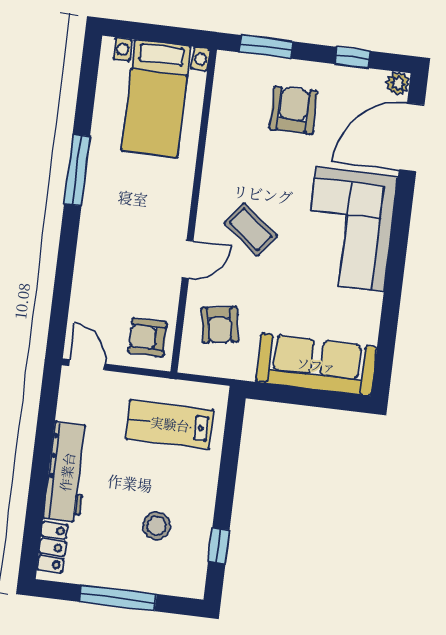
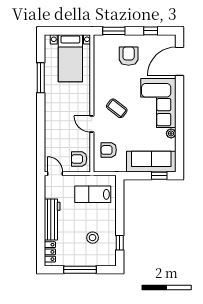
plant: (398, 83) -> (171, 133), moved
window: (77, 170) -> (41, 78), moved
door: (188, 259) -> (92, 124), swing flipped
armchair: (220, 325) -> (109, 150), turned 99
window: (331, 400) -> (159, 176), added

